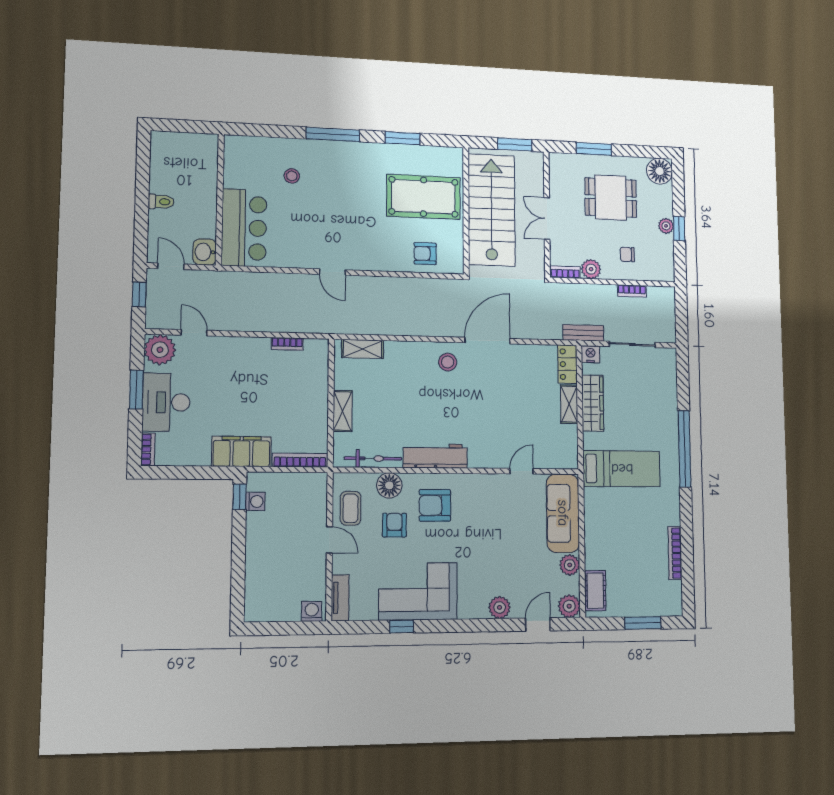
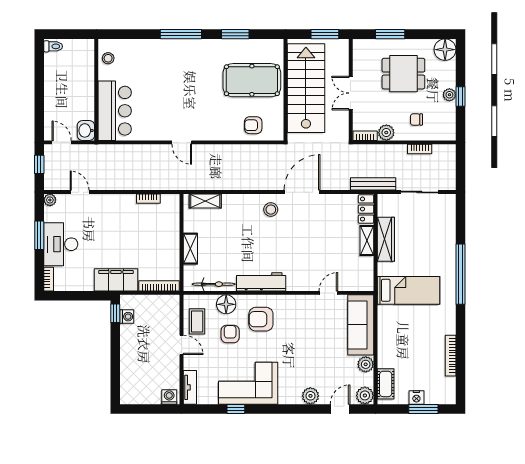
stool: (292, 176) -> (108, 58), moved
toilet: (161, 202) -> (53, 46), moved
bench: (583, 333) -> (373, 184), width x1.36
plant: (160, 350) -> (50, 200), width x0.53, depth x0.53
nightstand: (590, 354) -> (416, 397), moved, turned 180

